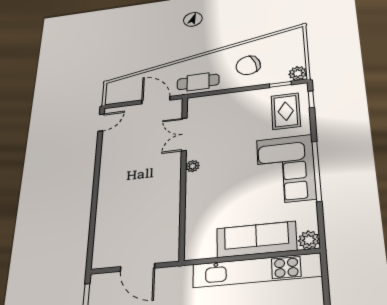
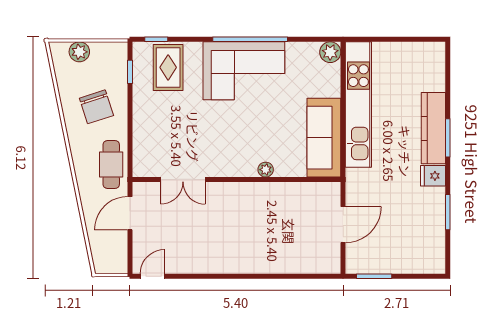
plant: (298, 73) -> (79, 52), moved
rug: (286, 111) -> (168, 67), turned 90
door: (101, 123) -> (153, 276), hinge flipped
plant: (193, 166) -> (266, 170), moved
sofa: (256, 239) -> (324, 138), moved

